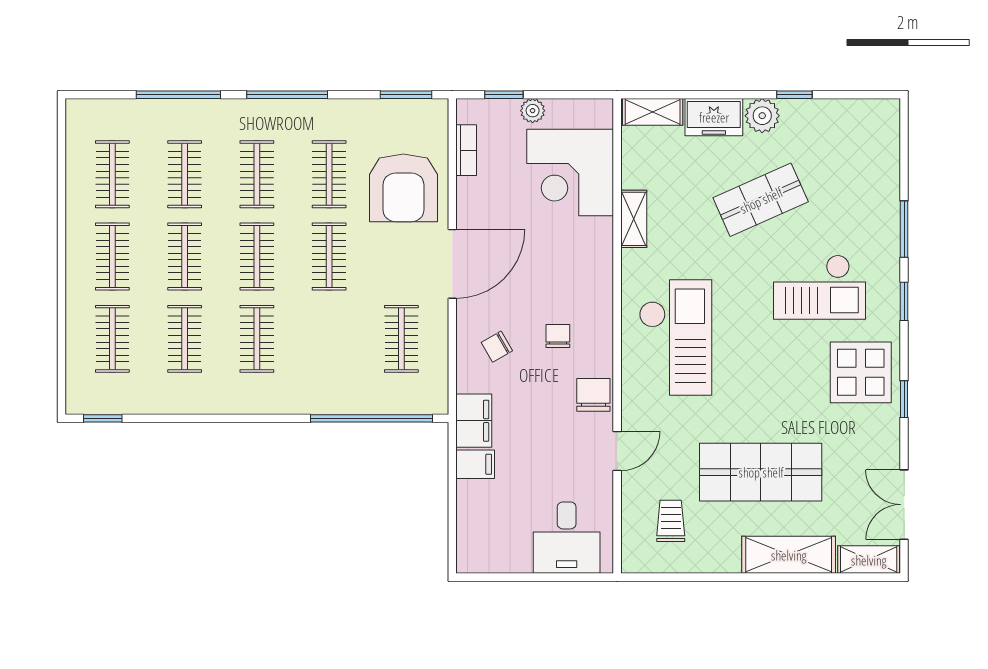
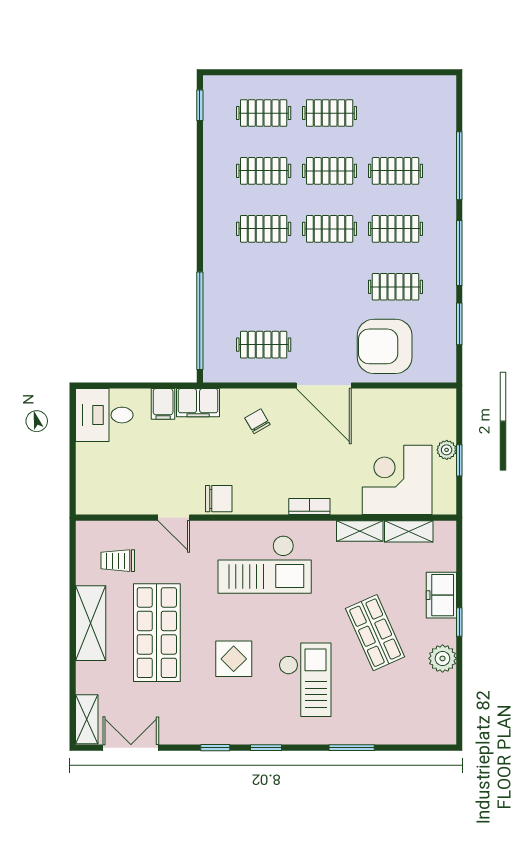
window: (406, 95) -> (459, 324), moved
window: (504, 95) -> (459, 460), moved
window: (794, 95) -> (459, 622), moved
shelving: (653, 112) -> (409, 531), moved, turned 90
plant: (762, 116) -> (443, 658), moved
bookcase: (466, 150) -> (309, 506), moved, turned 180
clothes rail: (112, 174) -> (396, 113), removed
clothes rail: (329, 257) -> (330, 287), removed
checkout: (819, 287) -> (305, 680), turned 180
window: (904, 301) -> (266, 748), moved
chair: (558, 336) -> (266, 470), removed
display table: (861, 372) -> (234, 659), moved, width x0.73, depth x0.73
trolley: (671, 521) -> (118, 561), turned 180
desk: (567, 538) -> (104, 415), moved
shelving: (789, 555) -> (91, 623), moved

